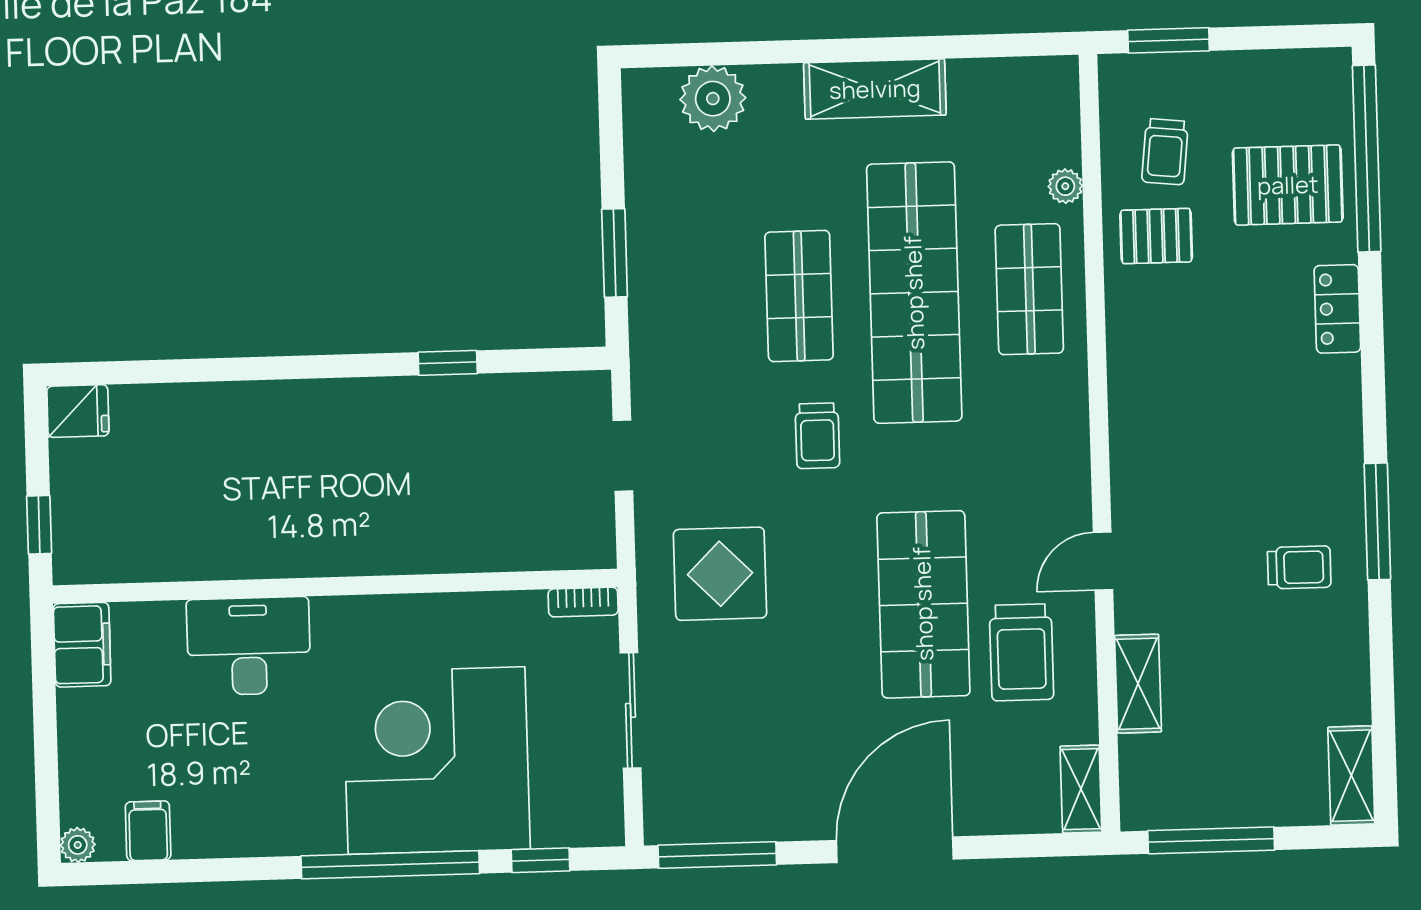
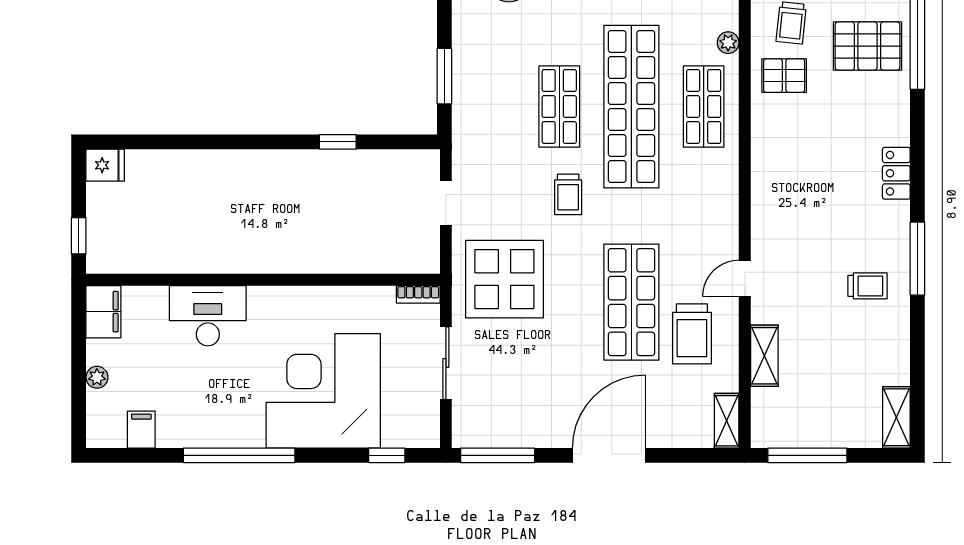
locker: (1337, 309) -> (896, 173), moved
display table: (720, 574) -> (504, 279), width x1.36, depth x1.36
plant: (78, 845) -> (97, 377), moved
window: (390, 865) -> (239, 455), moved

